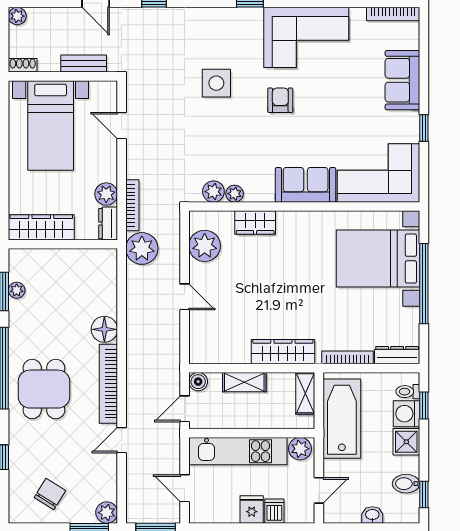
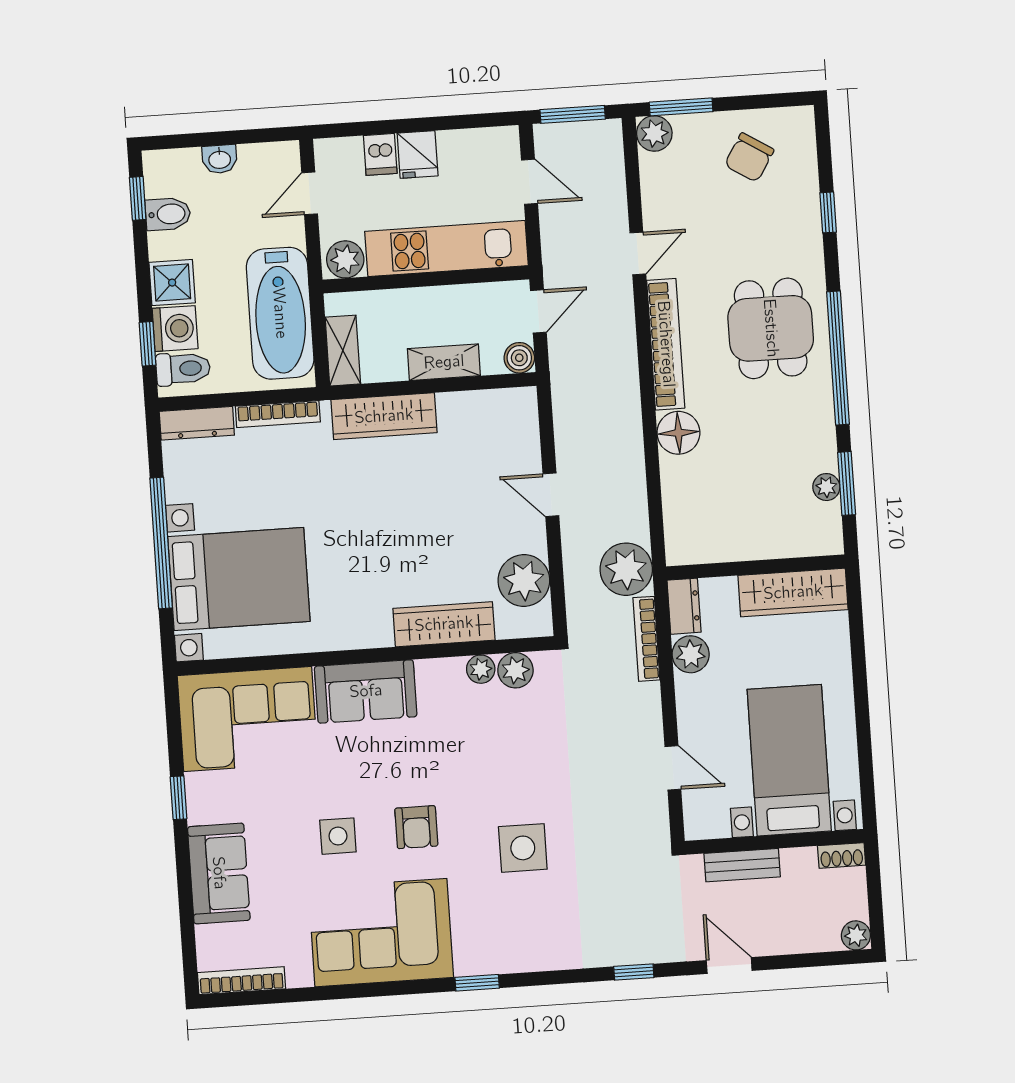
side table: (328, 98) -> (338, 836), added
wardrobe: (255, 222) -> (444, 624), width x1.50
toilet: (408, 392) -> (183, 369), width x1.37, depth x1.39

